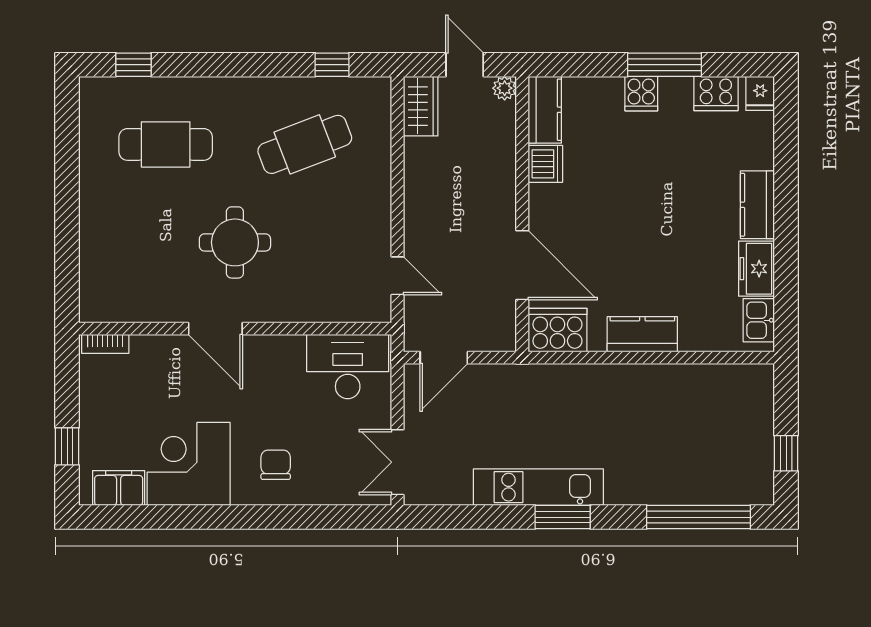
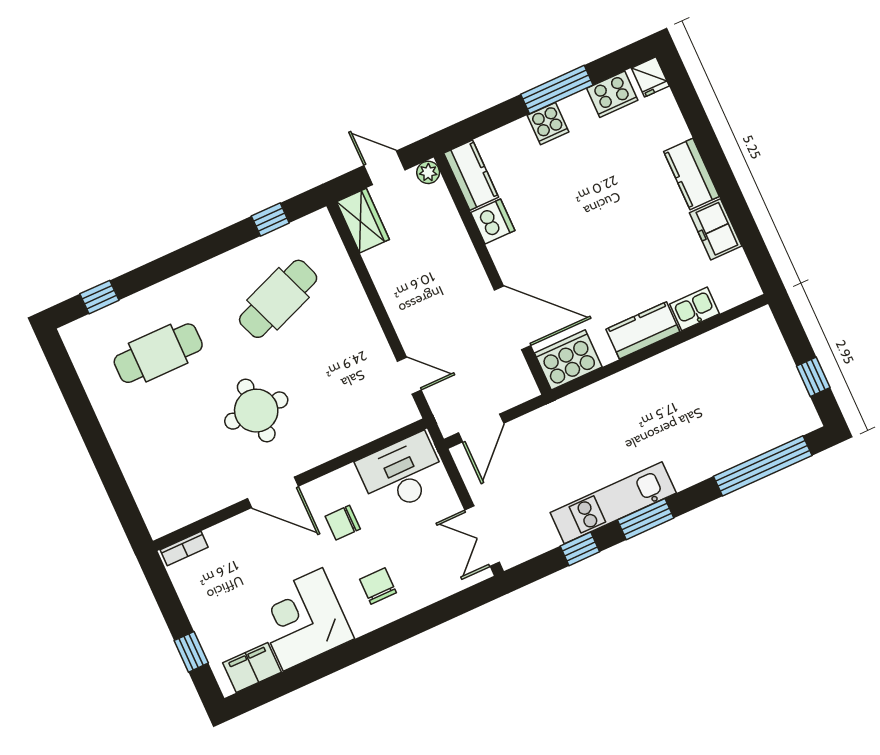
kitchen sink: (759, 320) -> (695, 309), moved, turned 90
chair: (269, 388) -> (343, 523), added
window: (486, 517) -> (580, 549), added

